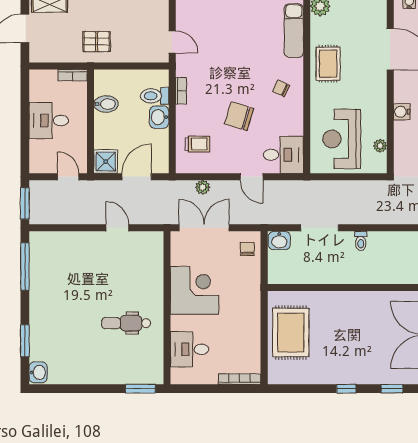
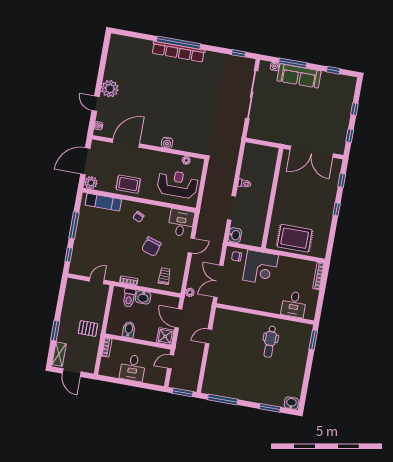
pallet: (97, 42) -> (88, 329), turned 90
reception desk: (342, 139) -> (178, 184), turned 180
plant: (203, 187) -> (190, 292), moved
corner desk: (195, 290) -> (261, 268), moved, turned 180

